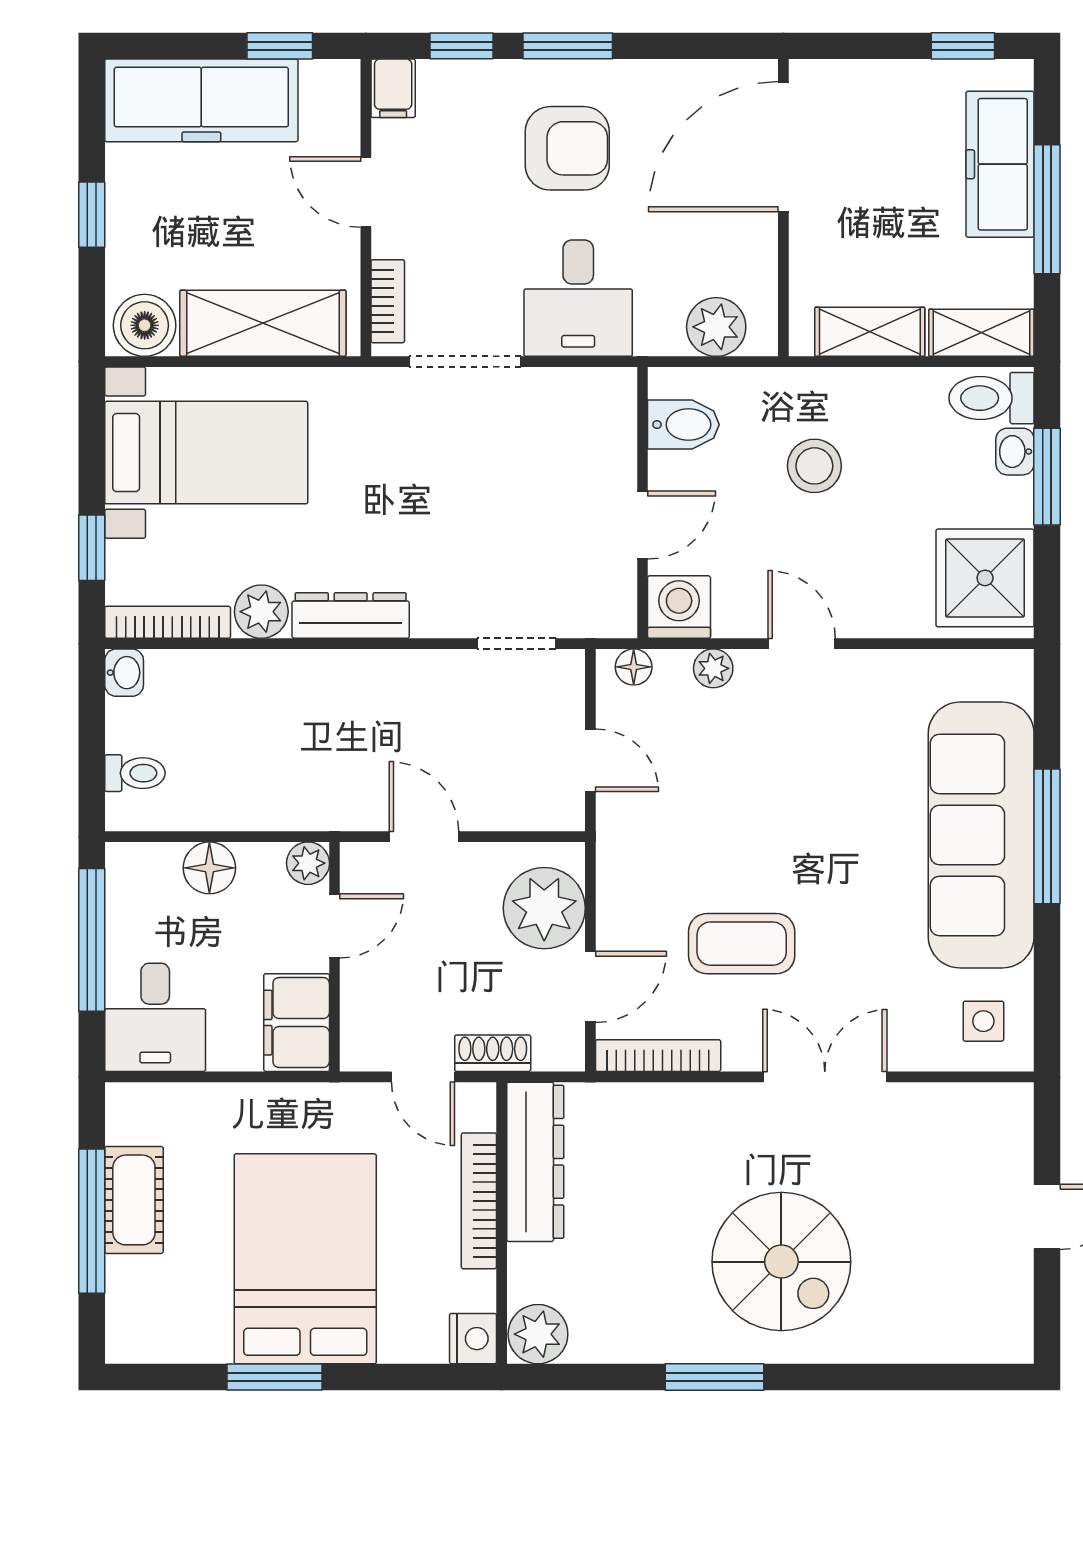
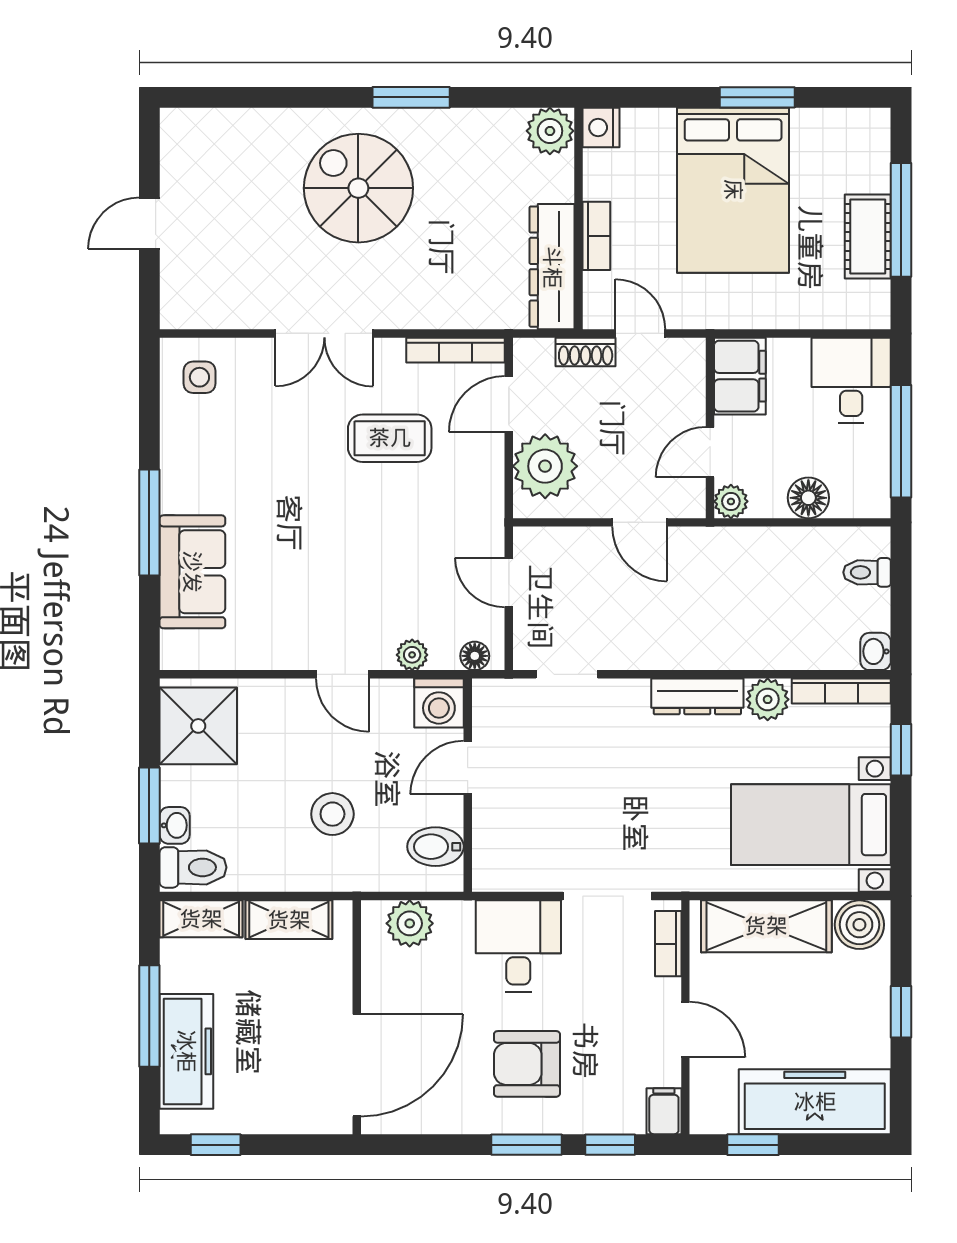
sofa: (981, 835) -> (192, 572), width x0.54, depth x0.79
bookcase: (479, 1201) -> (596, 236), width x0.64

